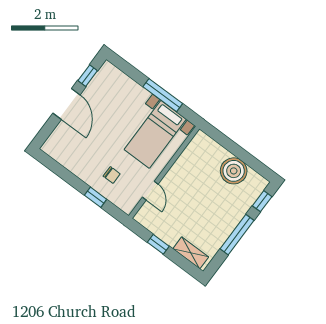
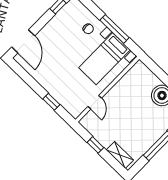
door: (66, 104) -> (23, 41), moved
chair: (112, 175) -> (88, 29), moved

